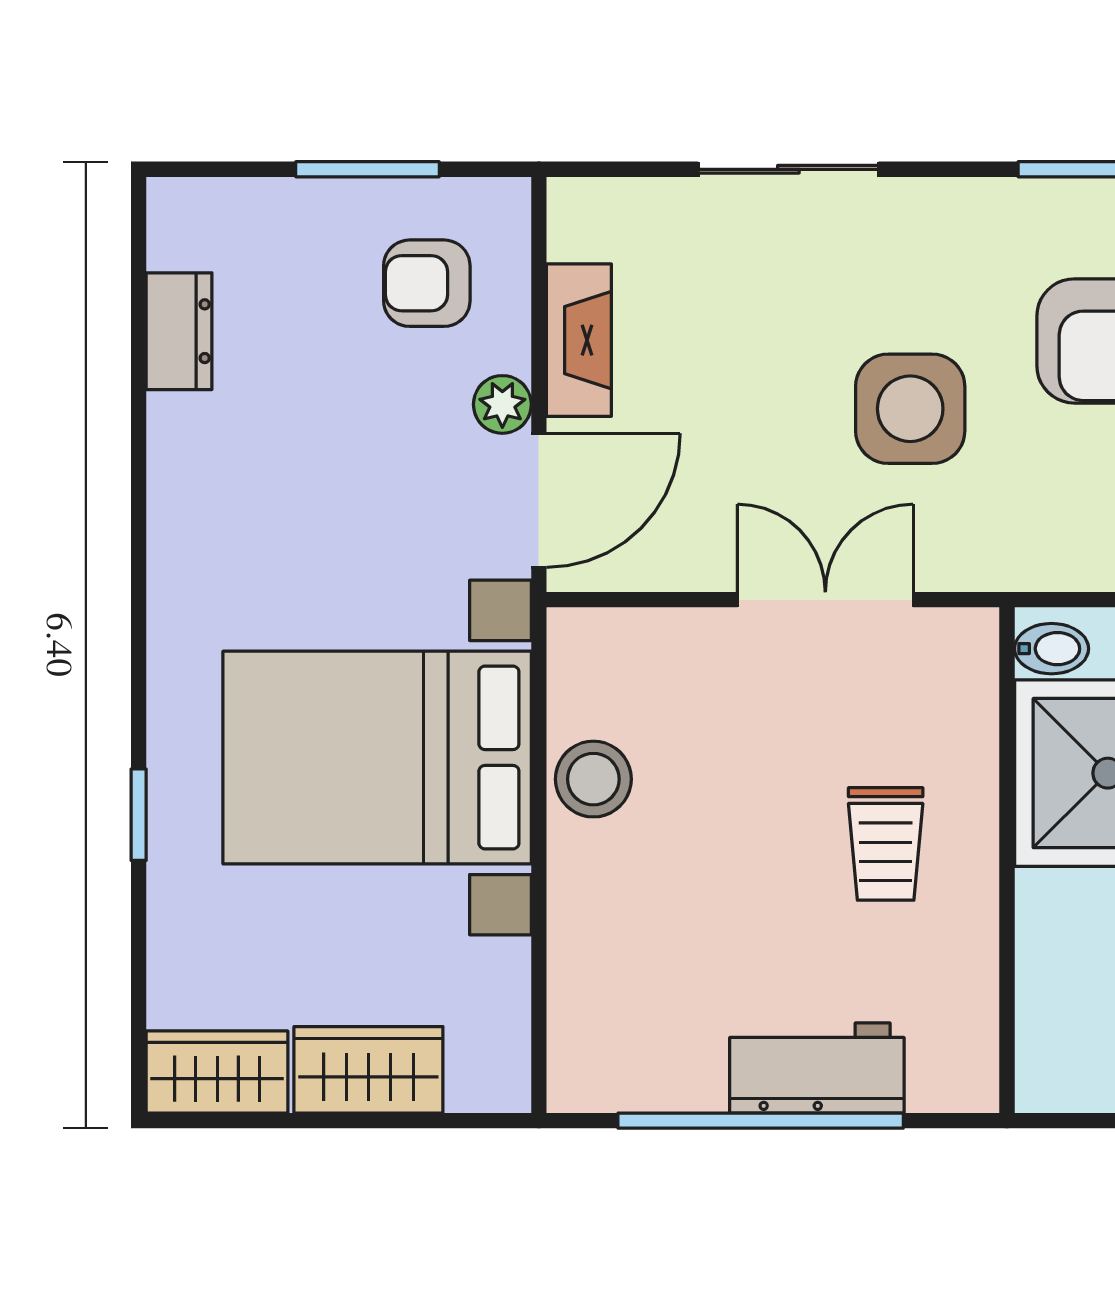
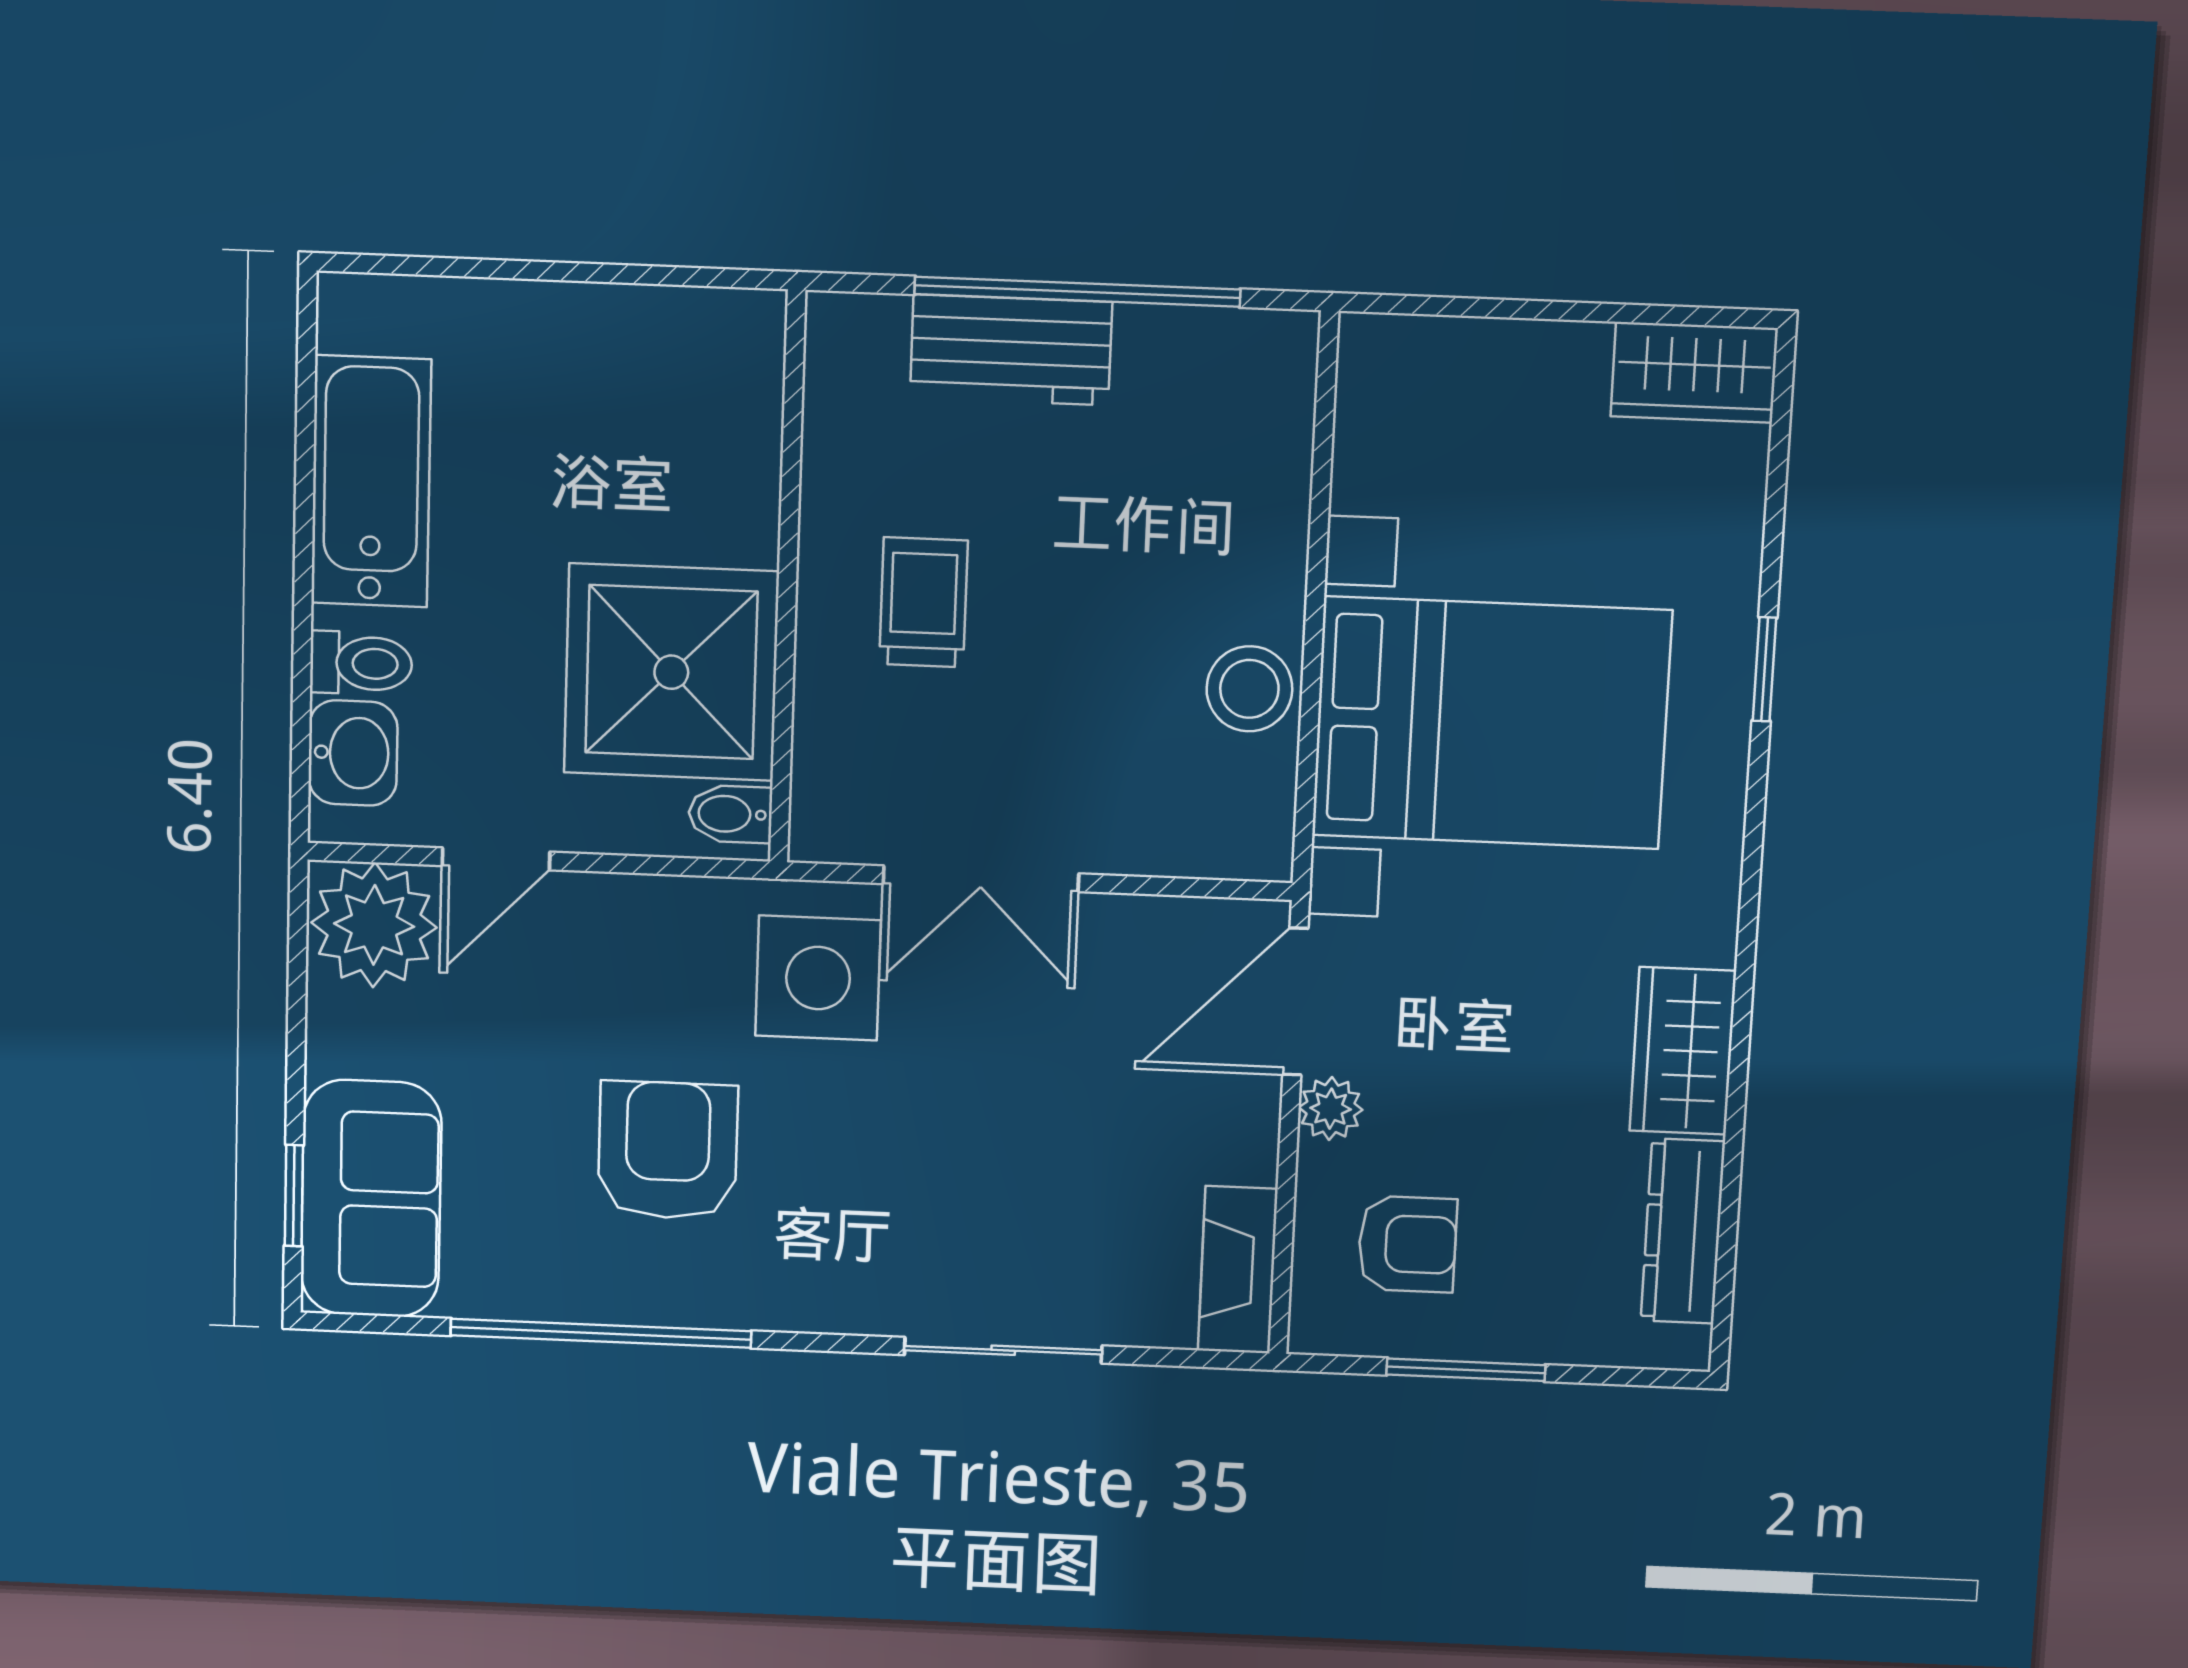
dresser: (179, 331) -> (1683, 1231), width x1.44
fireplace: (579, 340) -> (1238, 1270), moved
side table: (910, 409) -> (818, 978), moved
wardrobe: (368, 1070) -> (1683, 1051), moved, turned 90

